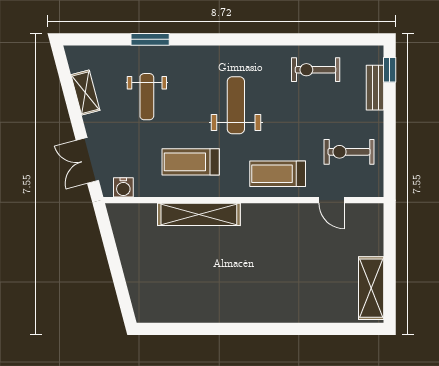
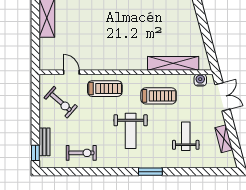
window: (150, 39) -> (150, 172), moved
exercise bike: (349, 152) -> (61, 102), turned 41
shelving: (199, 214) -> (173, 63), moved

